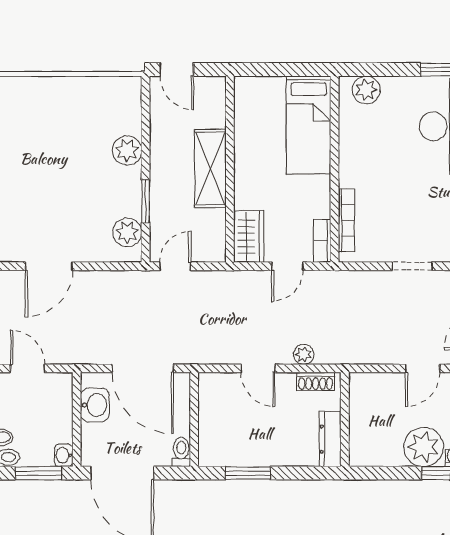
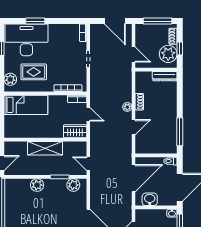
rug: (383, 143) -> (34, 72), added
wall: (345, 419) -> (156, 70), moved
dresser: (330, 439) -> (165, 76), moved
window: (248, 473) -> (180, 132), width x1.44

